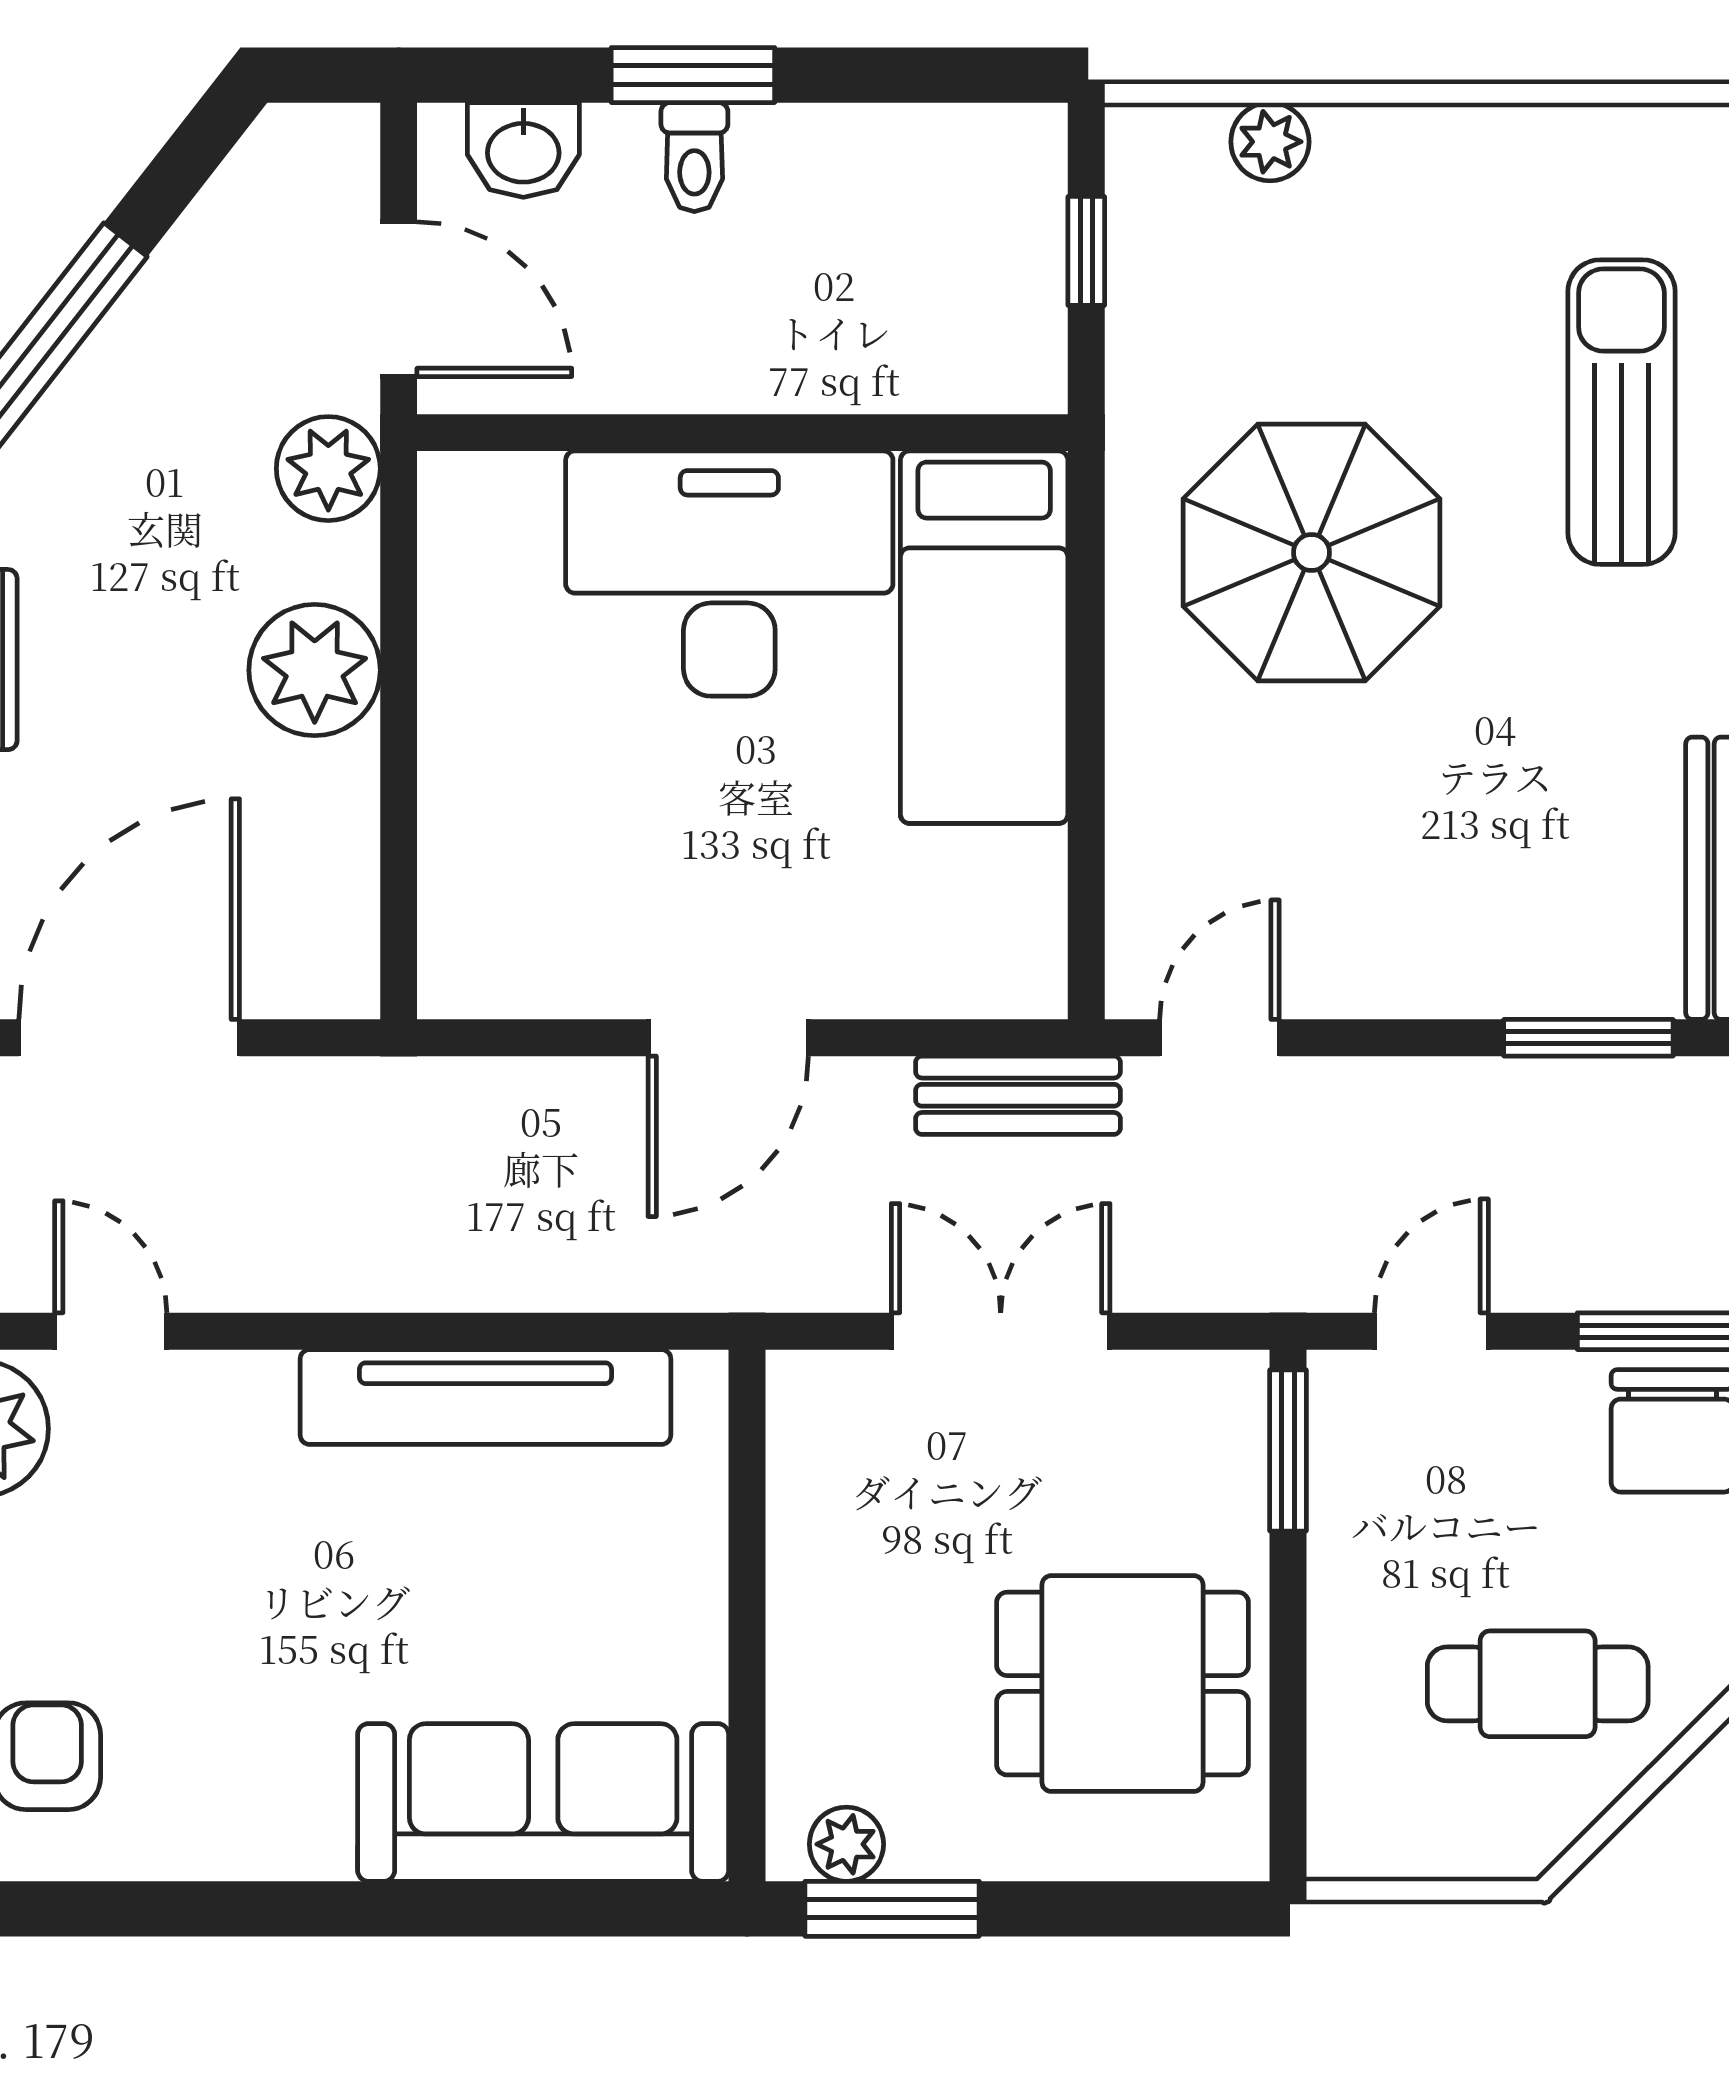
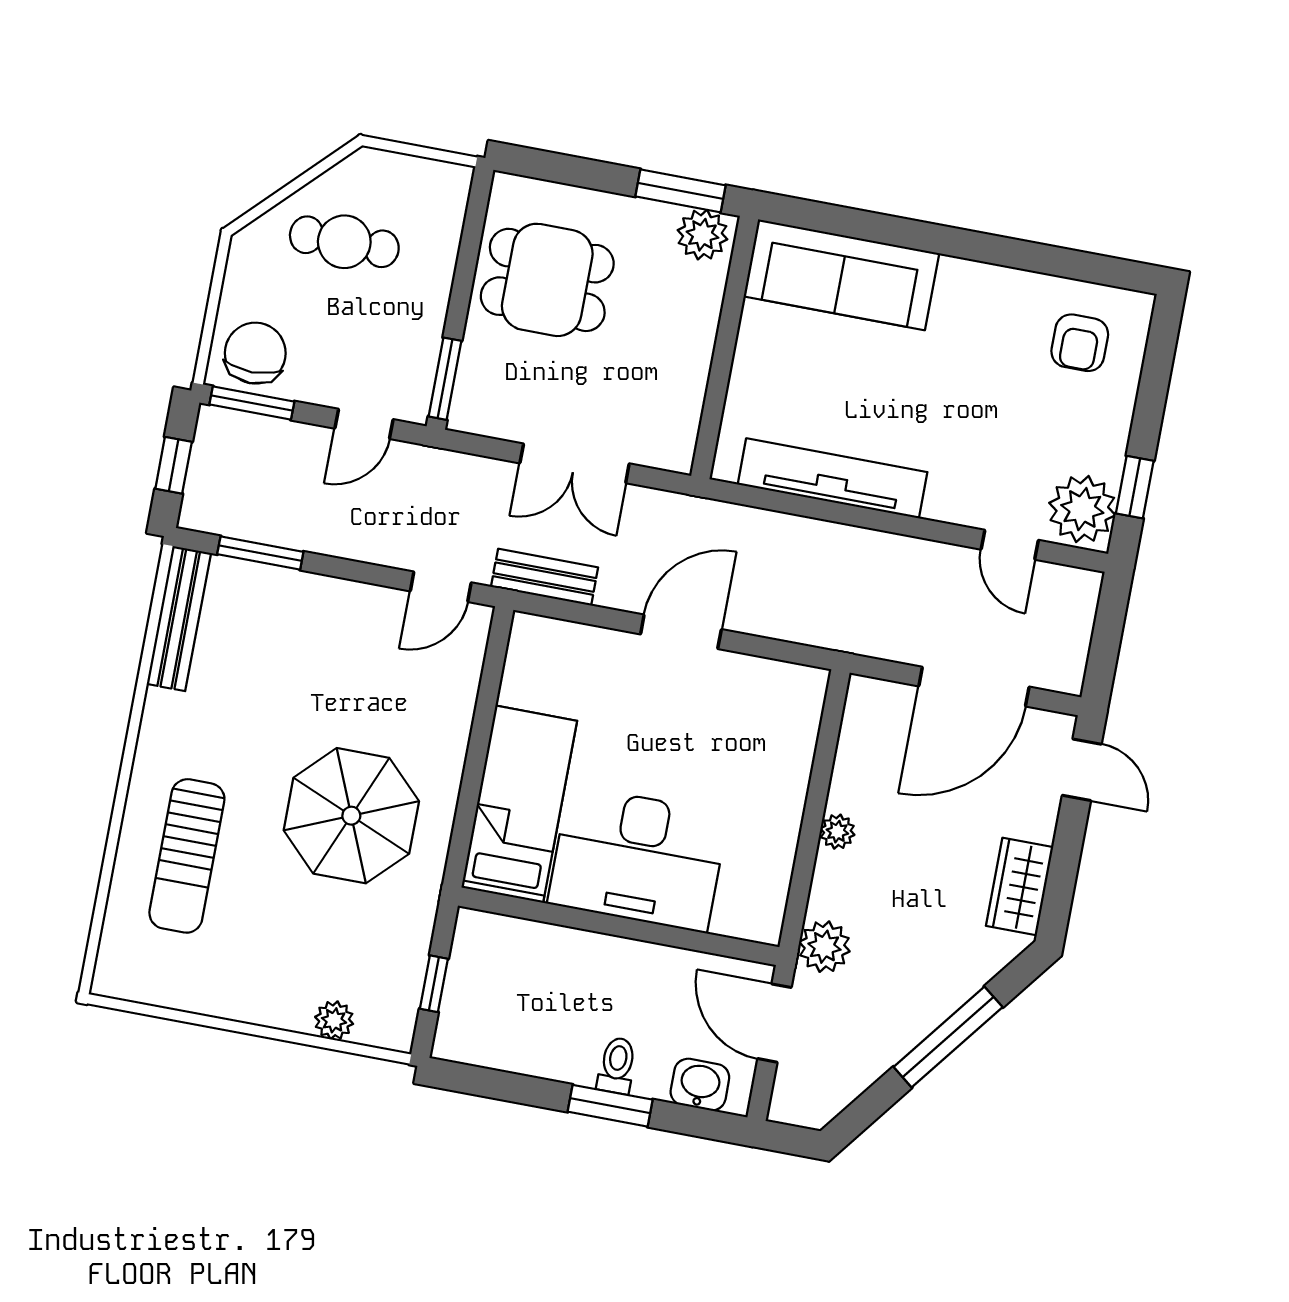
plant: (315, 670) -> (837, 832), width x0.53, depth x0.53
plant: (846, 1844) -> (702, 235), width x1.38, depth x1.38

